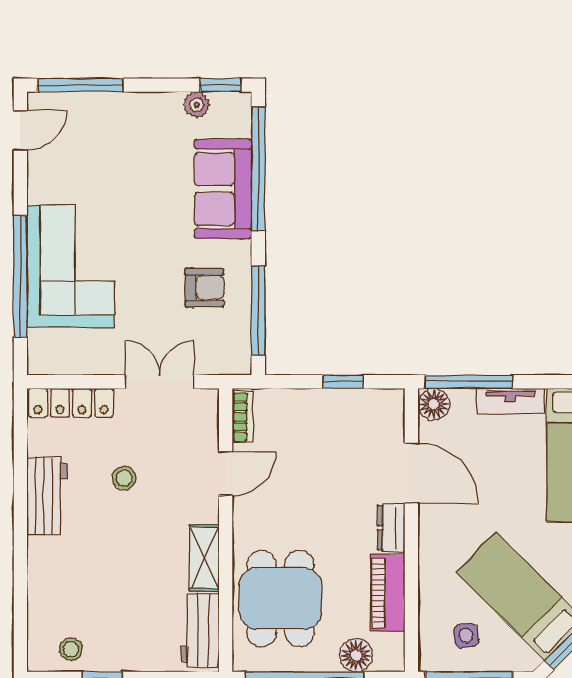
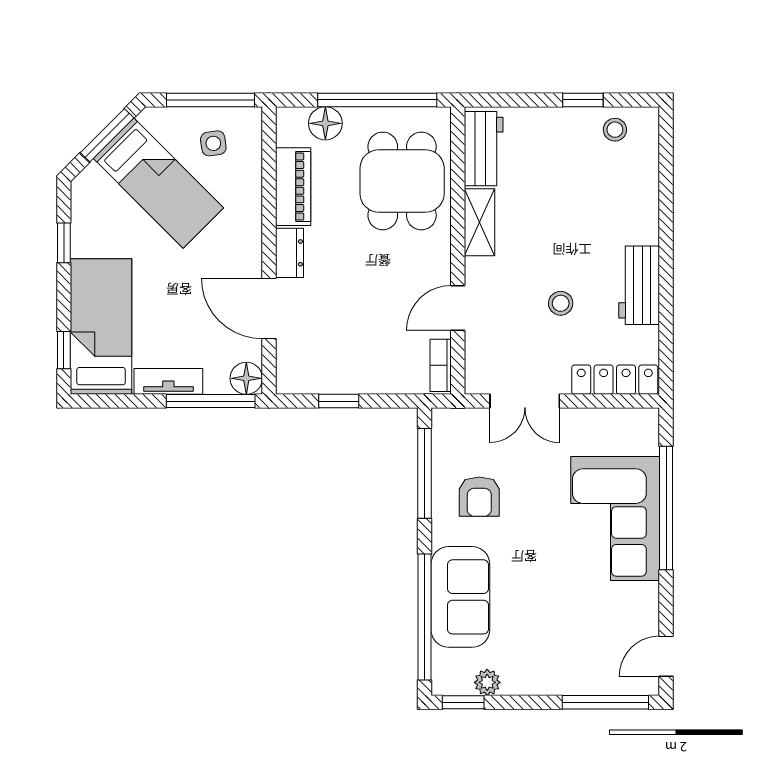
armchair: (204, 288) -> (479, 497), turned -90

